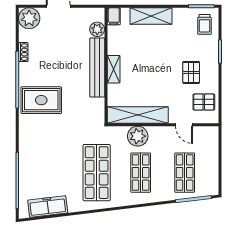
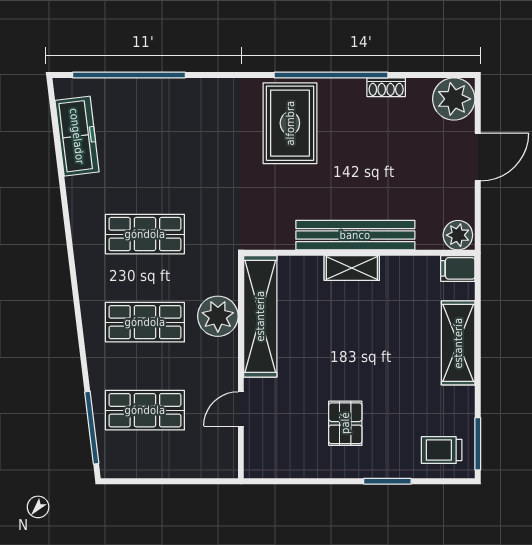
plant: (97, 29) -> (458, 235), moved
pallet: (191, 72) -> (345, 423), turned 90
pallet: (204, 102) -> (286, 449), removed
shop shelf: (97, 173) -> (145, 234), width x0.70, depth x0.74

